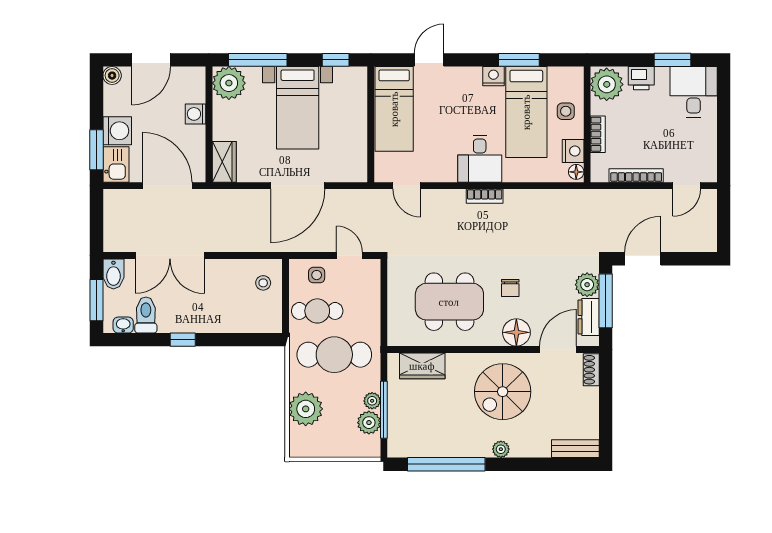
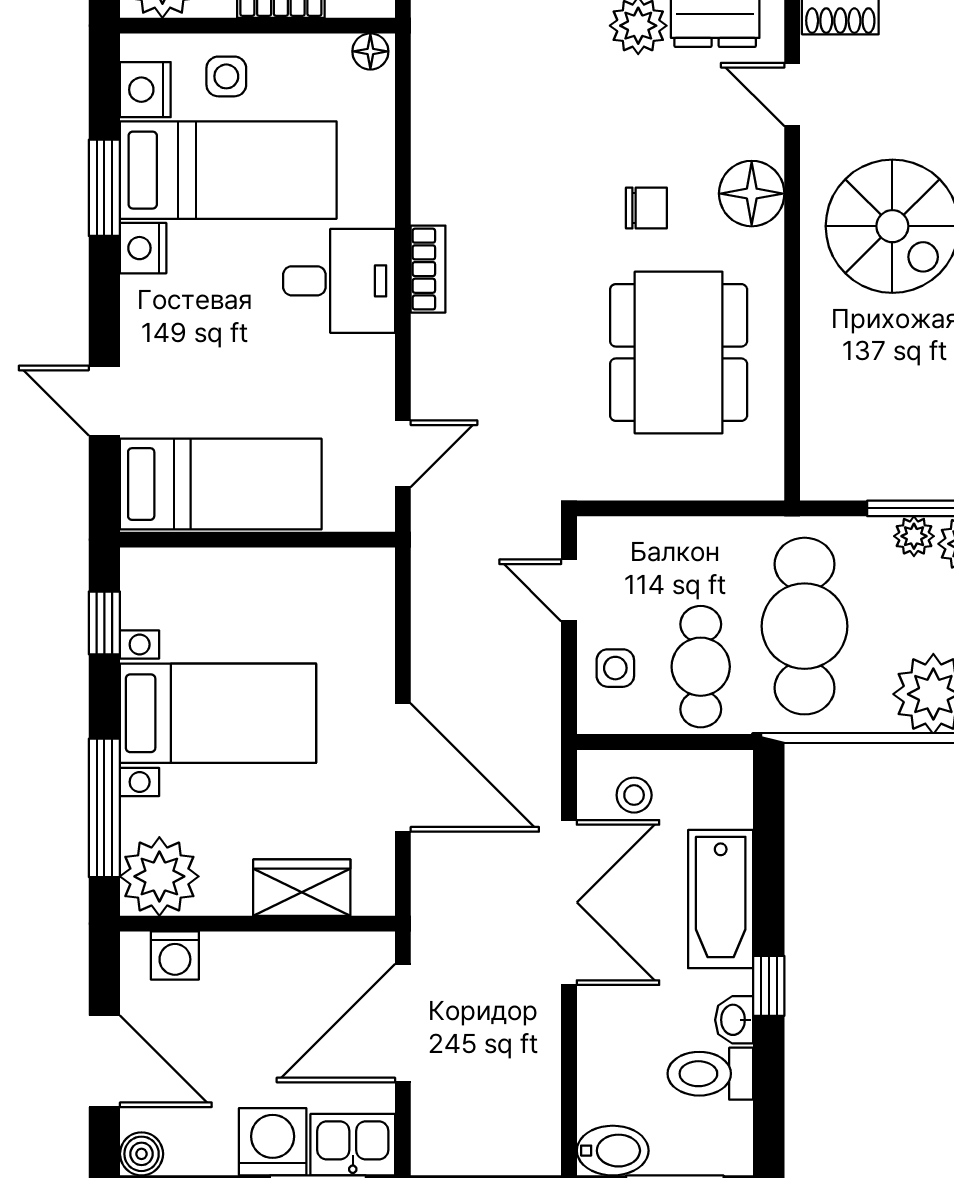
washing machine: (196, 114) -> (175, 956), moved
nightstand: (573, 151) -> (145, 90), moved, turned -90
wardrobe: (224, 162) -> (302, 888), moved
door: (298, 186) -> (403, 768), moved
double door: (170, 256) -> (569, 902), moved
door: (349, 256) -> (569, 590), hinge flipped
bathtub: (219, 319) -> (721, 899), added
washbasin: (123, 325) -> (734, 1020), moved
door: (558, 349) -> (792, 95), width x0.73
wardrobe: (422, 366) -> (831, 417), removed

